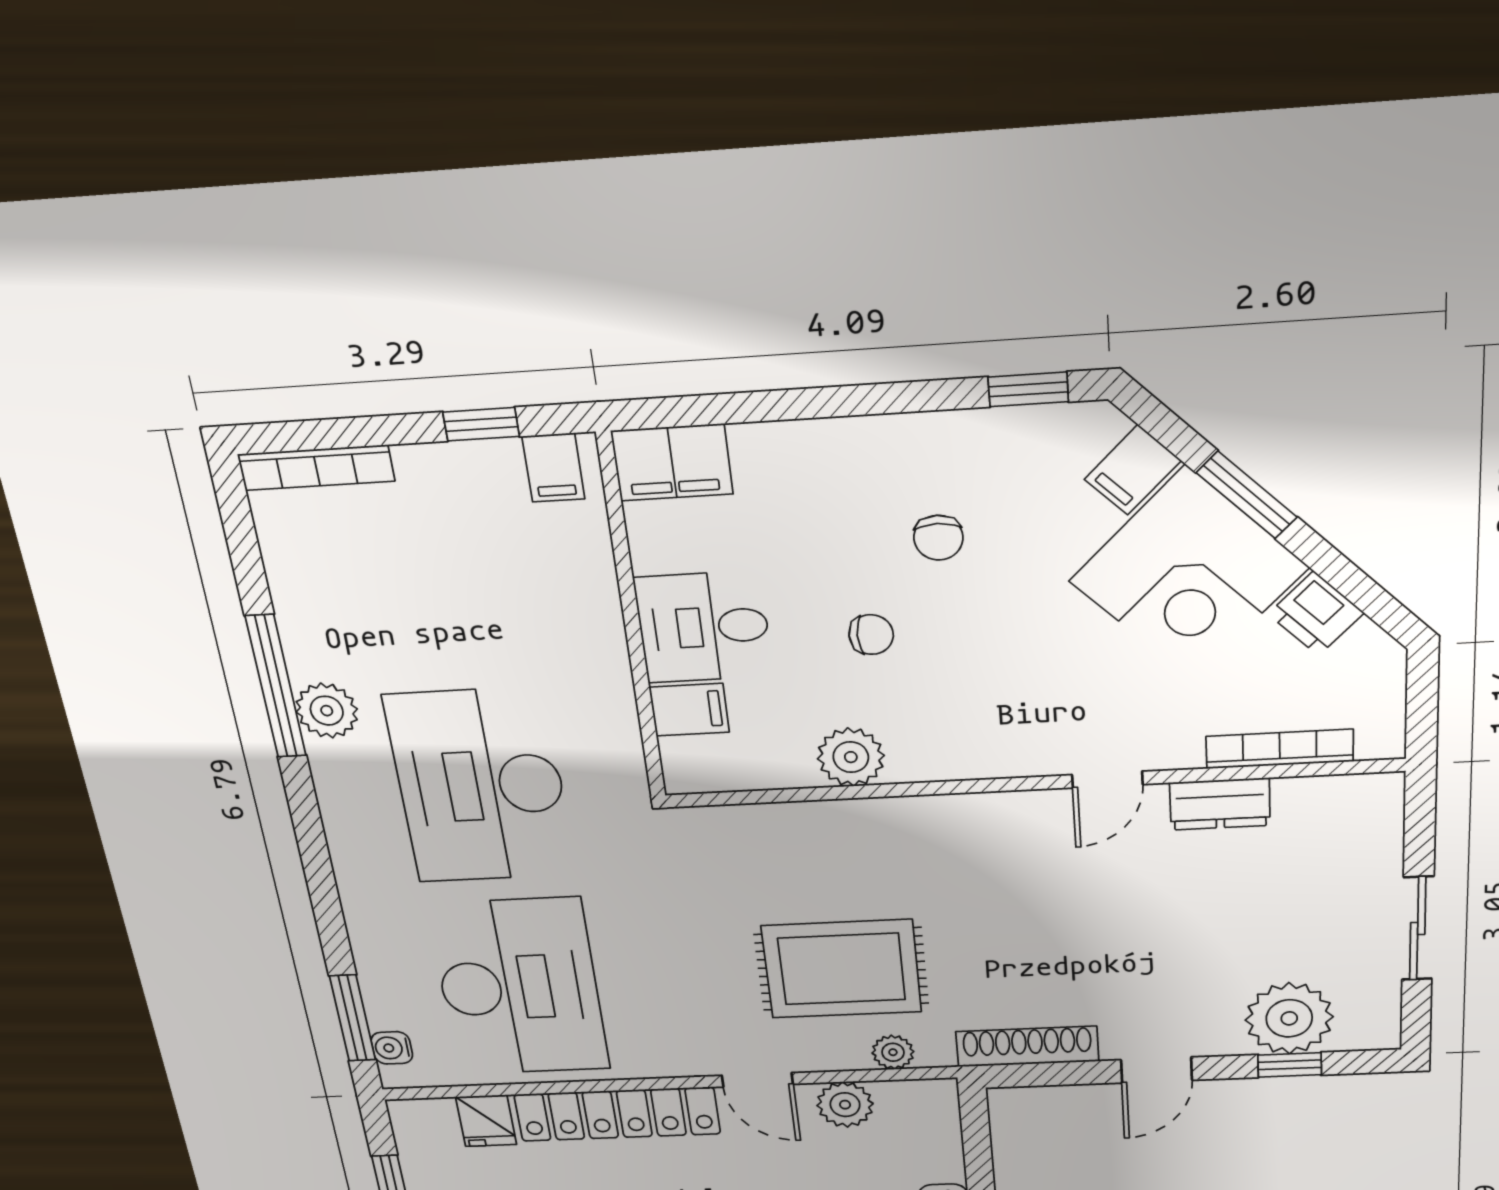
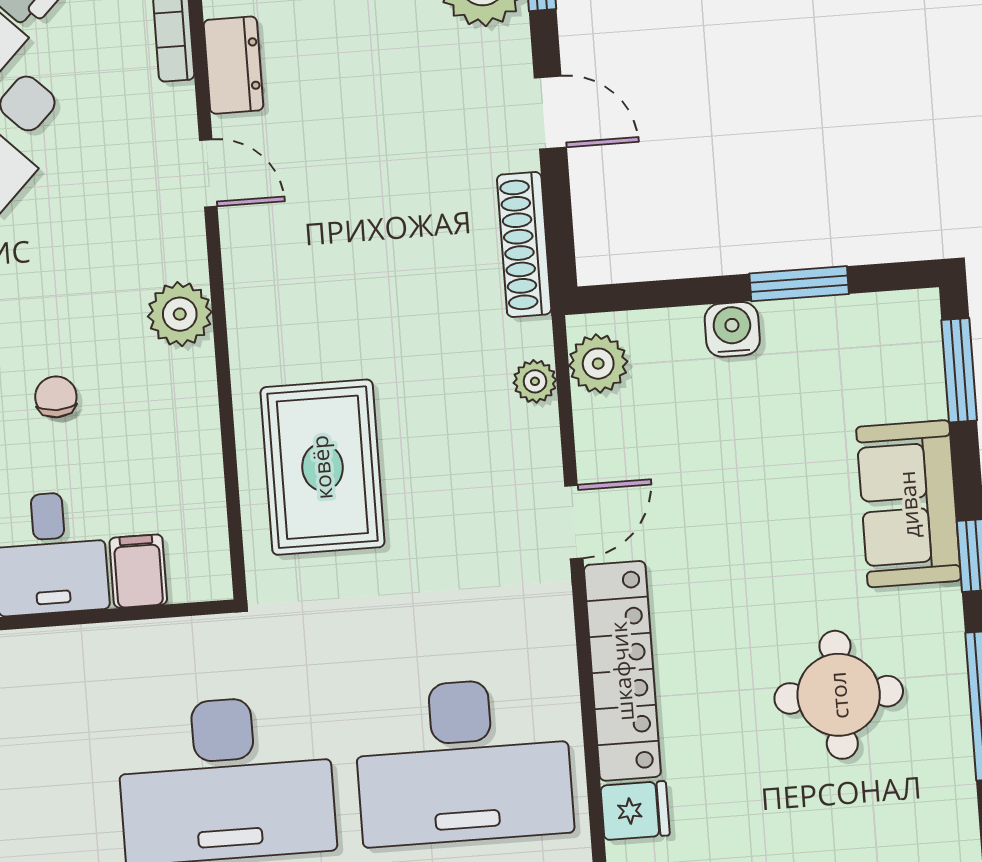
plant: (851, 757) -> (180, 314), moved
rug: (842, 969) -> (322, 467), moved
desk: (519, 987) -> (463, 761), turned 180
plant: (845, 1105) -> (598, 364), moved

